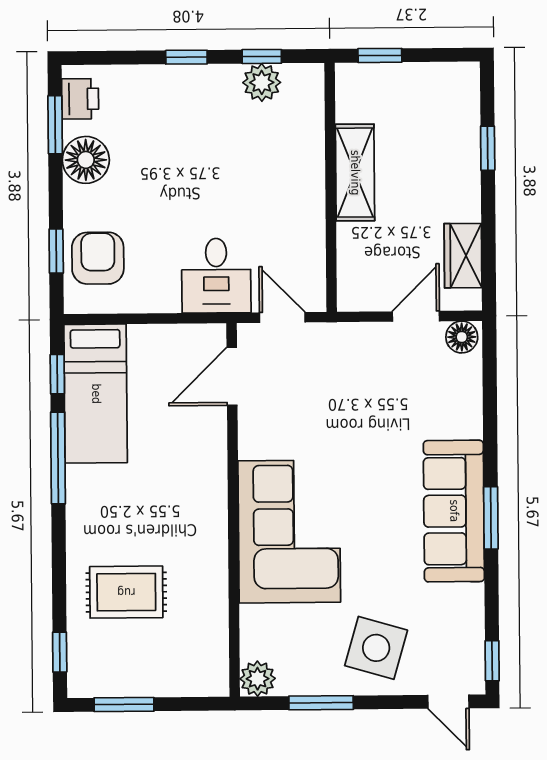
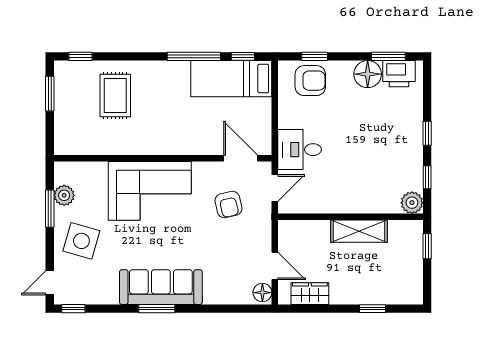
plant: (262, 82) -> (412, 203), moved
printer: (80, 99) -> (399, 74), width x1.36, depth x1.24
armchair: (311, 396) -> (228, 205), added
plant: (258, 679) -> (64, 195), moved

